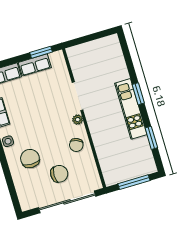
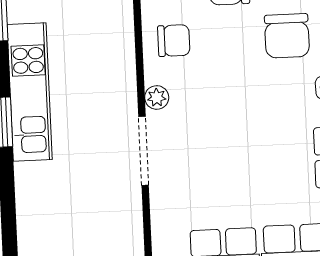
chair: (76, 145) -> (174, 41), turned 68

